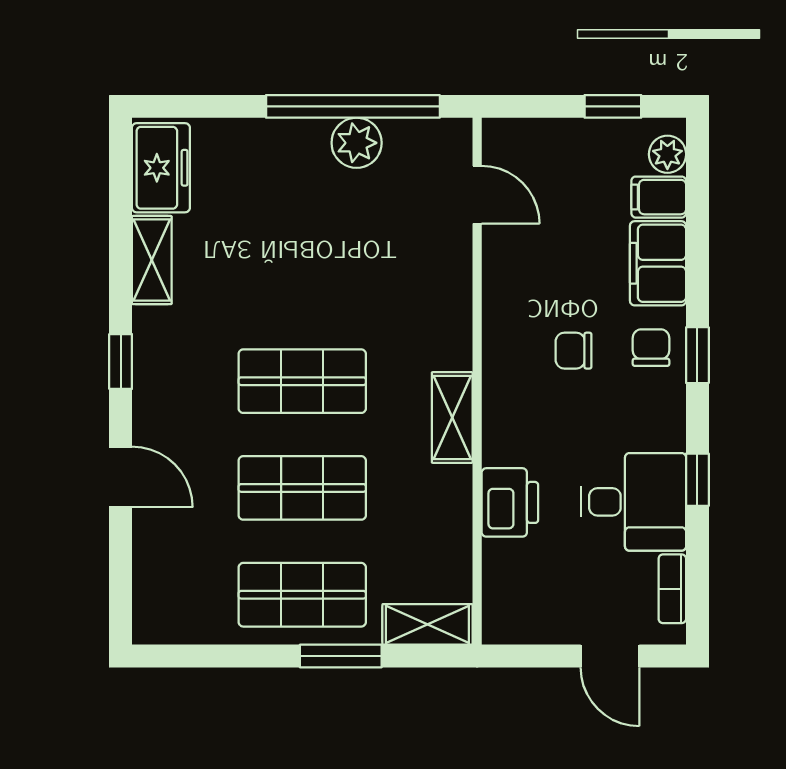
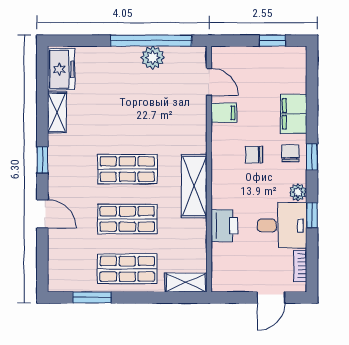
plant: (667, 154) -> (298, 192), moved
filing cabinet: (659, 197) -> (224, 113), moved, turned 180
shelving: (452, 417) -> (194, 186), width x1.50, depth x1.33
window: (341, 656) -> (92, 297), moved
door: (610, 656) -> (271, 297), hinge flipped

